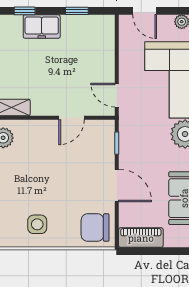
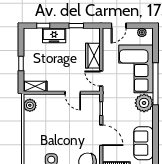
door: (145, 11) -> (119, 26), hinge flipped
wardrobe: (103, 59) -> (93, 56), added
door: (72, 118) -> (73, 93), hinge flipped

